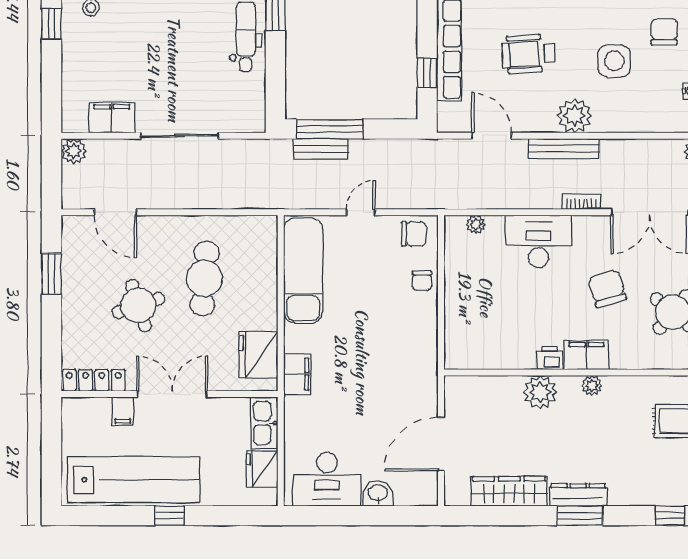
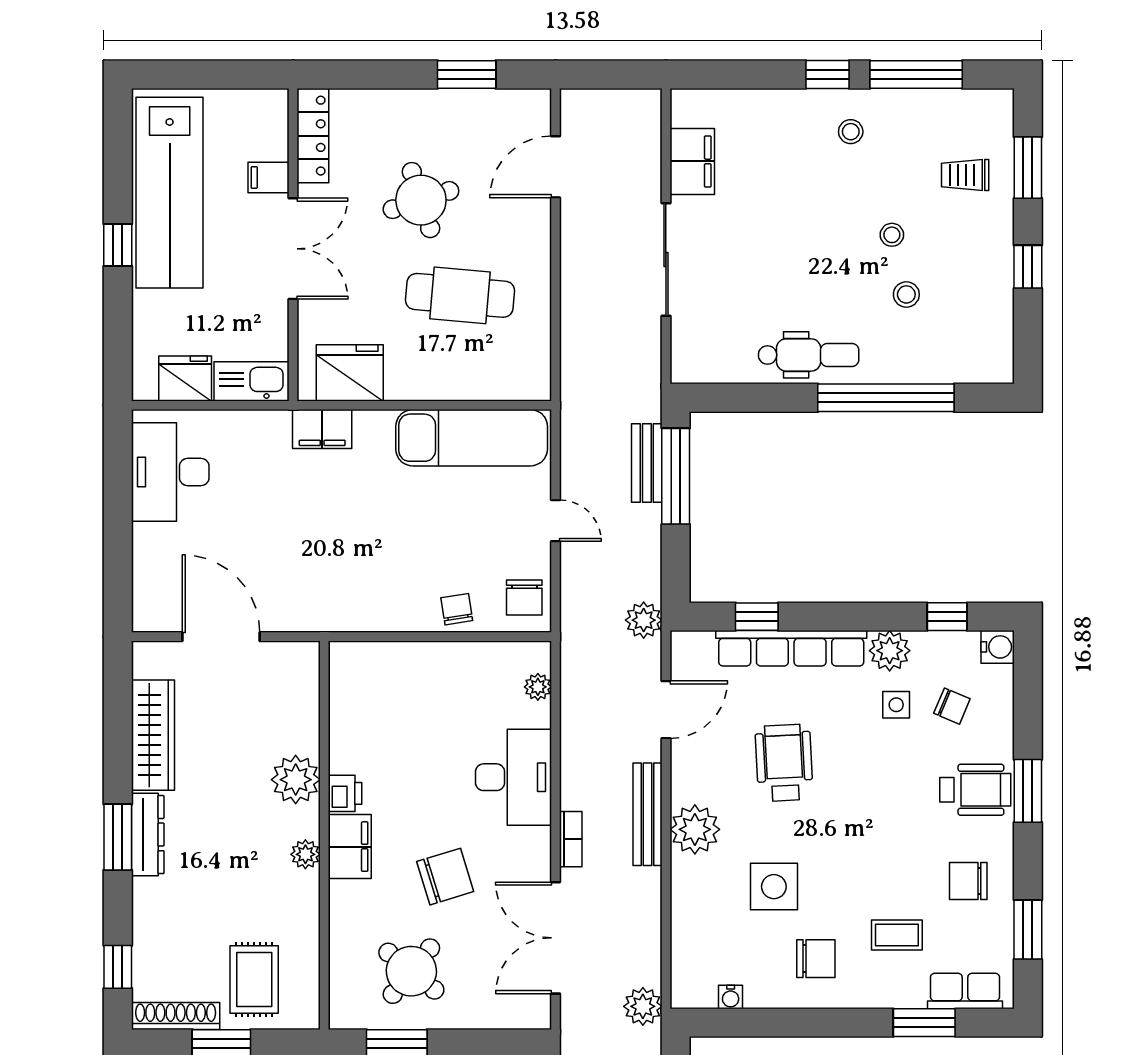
plant: (74, 151) -> (644, 620), moved
chair: (422, 281) -> (457, 609), turned 81
washbasin: (378, 493) -> (150, 546), removed

